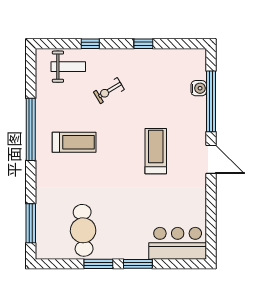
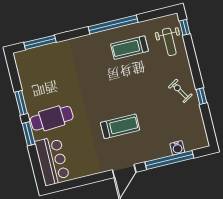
window: (90, 44) -> (185, 27), moved
exercise bike: (109, 91) -> (180, 91), moved
treadmill: (74, 142) -> (129, 48), moved, turned 90
cafe table: (83, 230) -> (52, 118), moved

